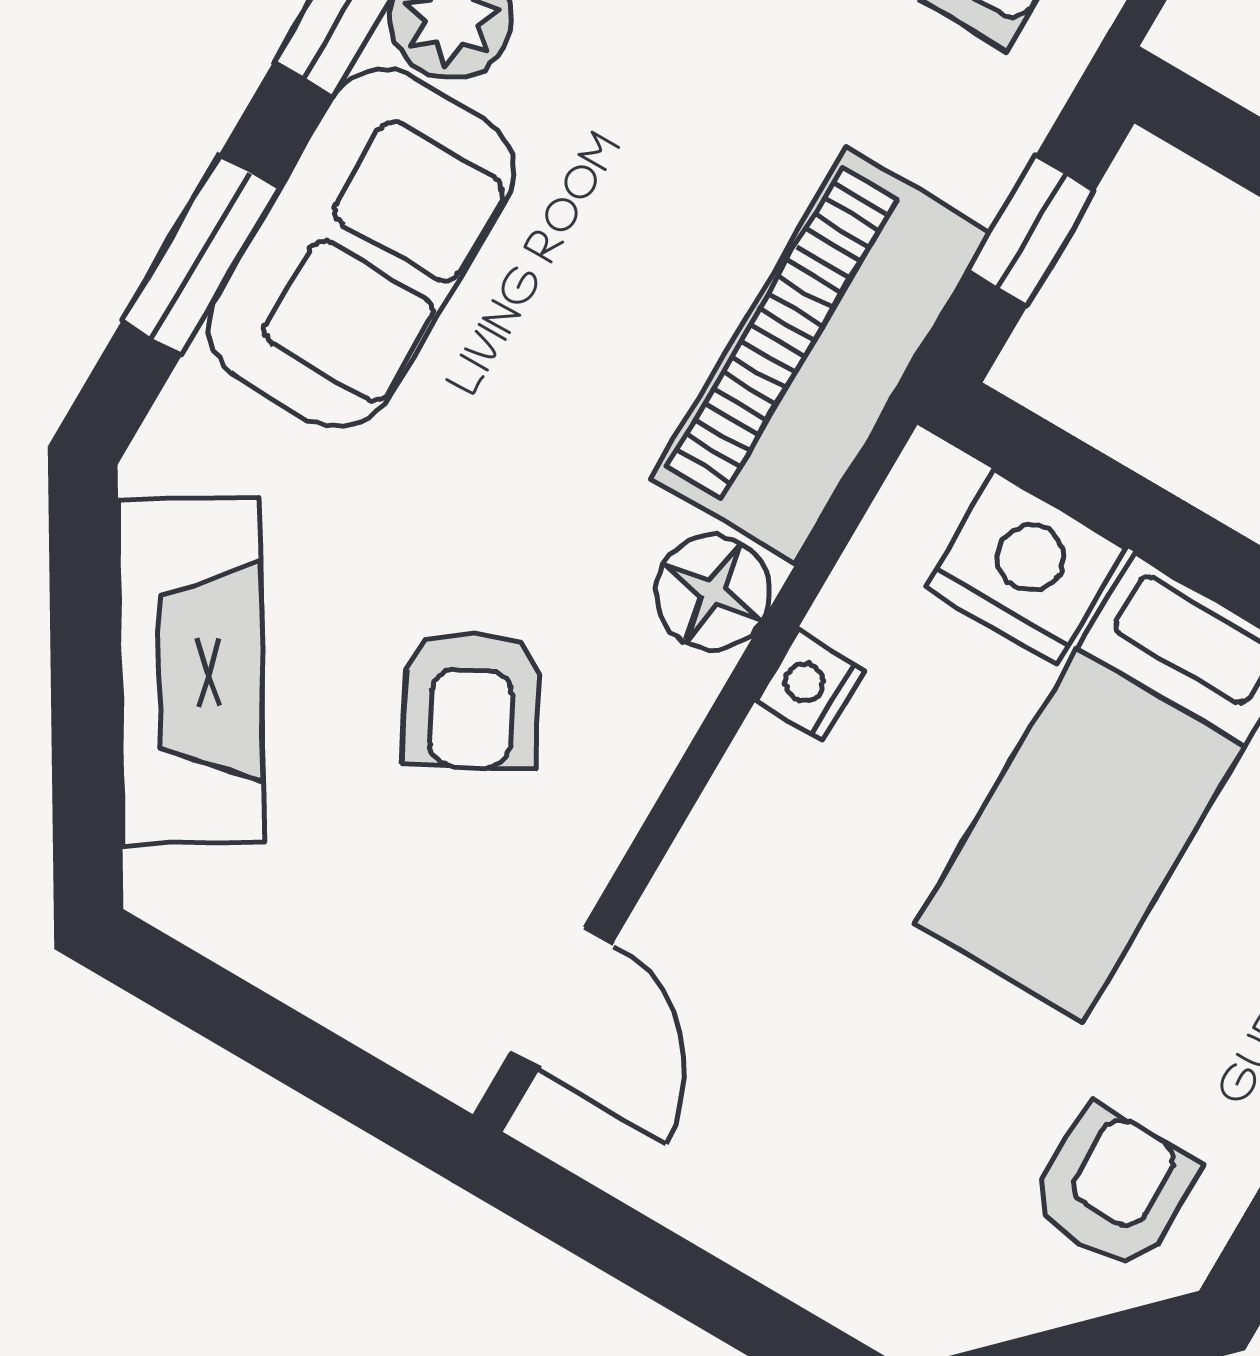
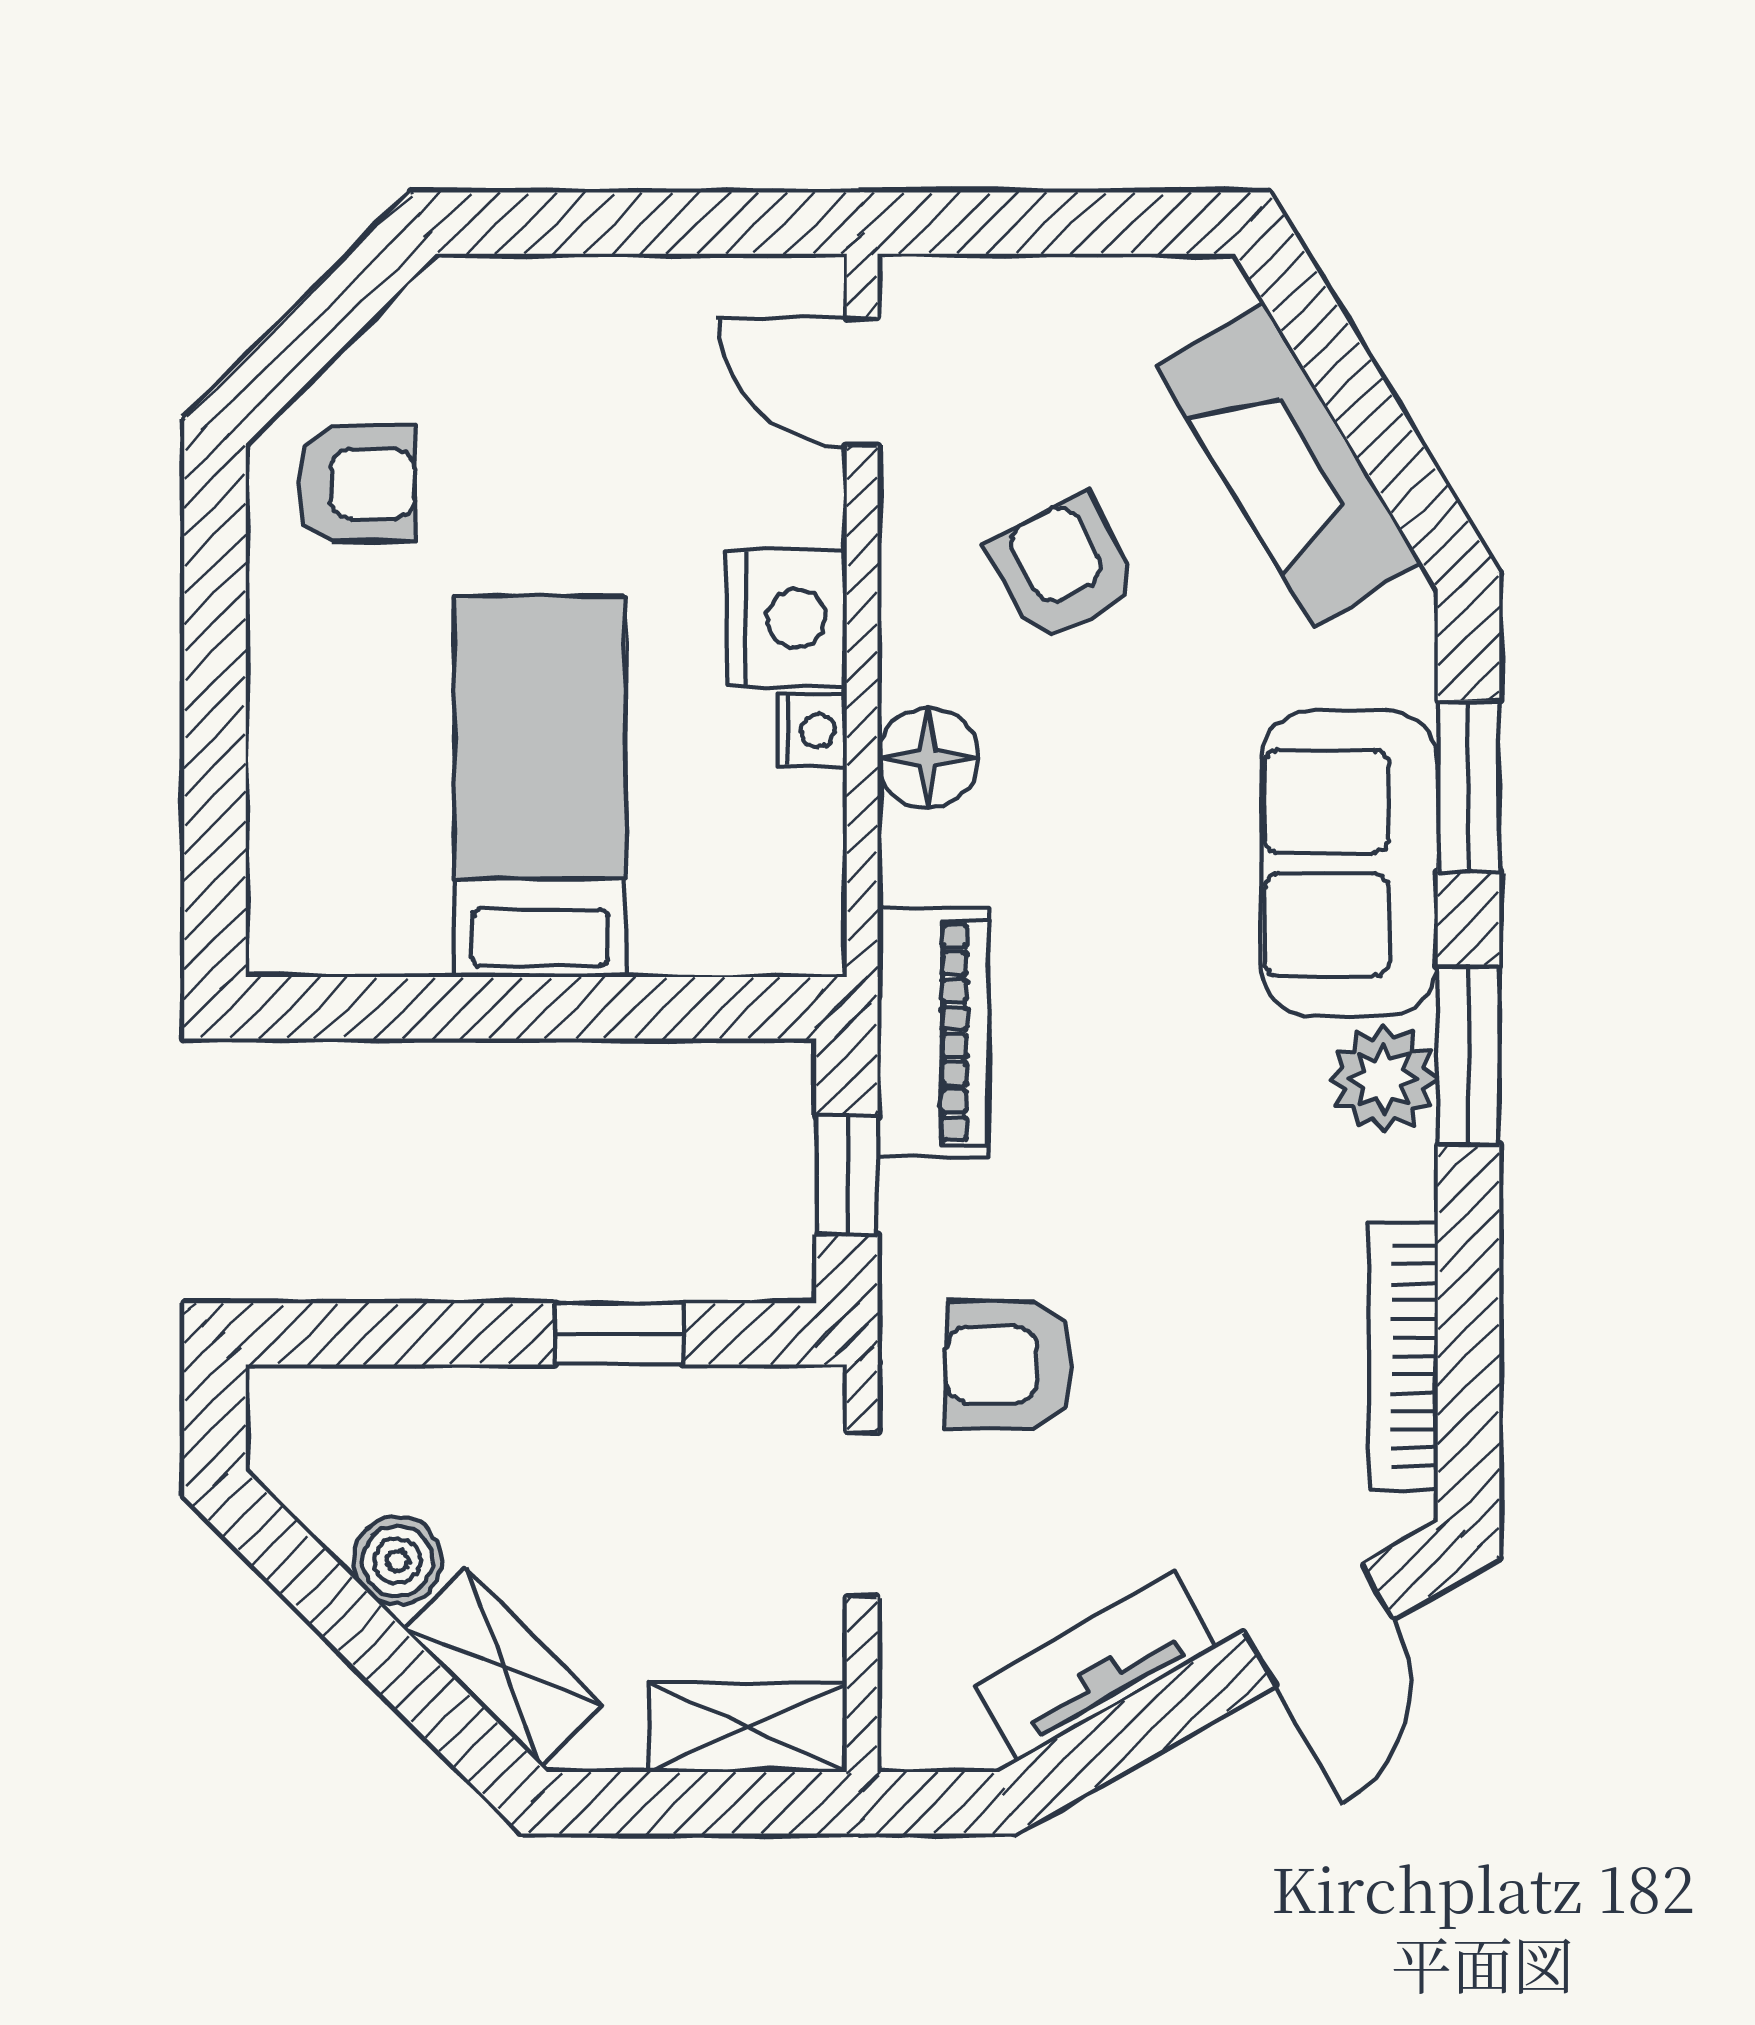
piano: (821, 355) -> (933, 1032), width x0.73, depth x0.75
nightstand: (1025, 567) -> (786, 618), moved, turned -90
armchair: (1114, 1188) -> (356, 484), turned -90

